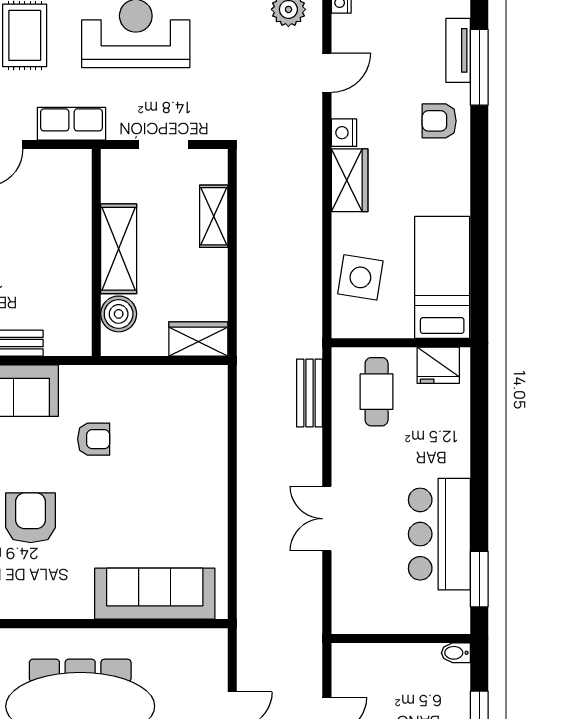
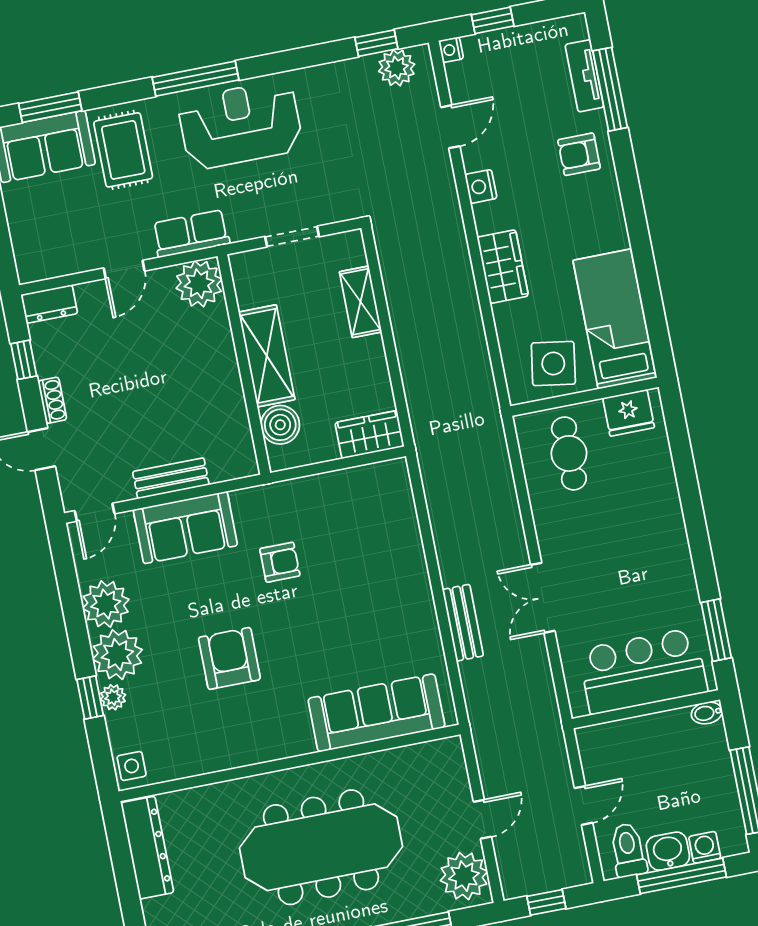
plant: (70, 171) -> (199, 284), added
wardrobe: (350, 180) -> (503, 267), moved
side table: (360, 277) -> (553, 364), moved
bench: (310, 393) -> (463, 623), moved
bar counter: (439, 534) -> (643, 671), moved, turned 90

